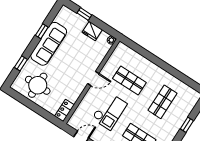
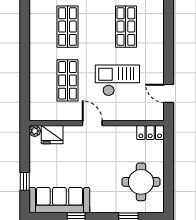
fridge: (92, 31) -> (52, 135), moved, turned 90
sofa: (49, 44) -> (59, 200), moved
shop shelf: (162, 102) -> (68, 27), turned 90

